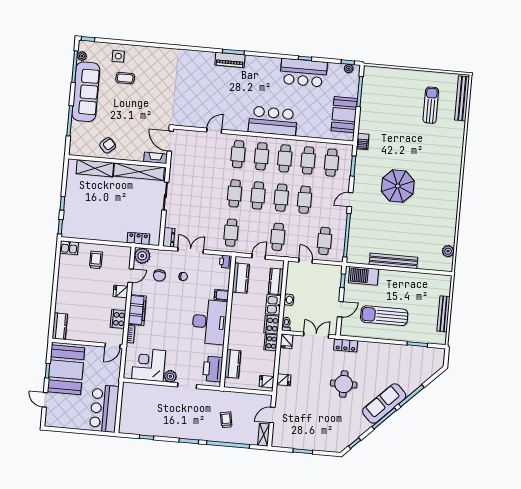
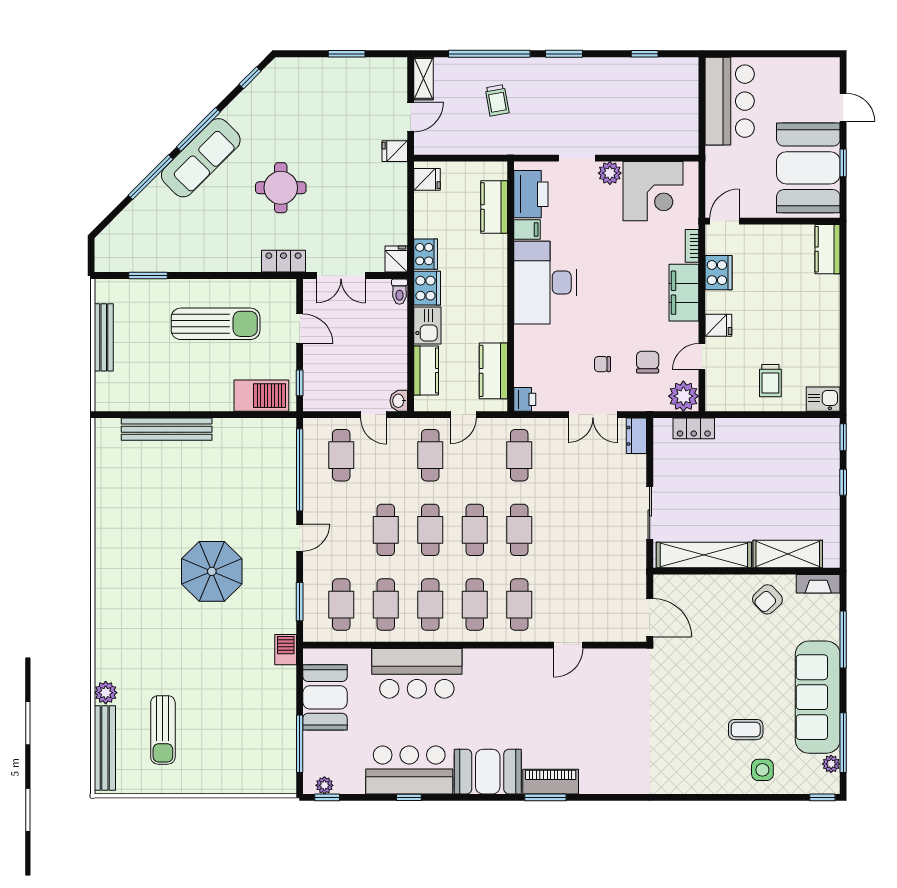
booth: (262, 68) -> (488, 772), added
bar counter: (273, 121) -> (417, 673), moved
fireplace: (156, 158) -> (818, 584), moved
plant: (448, 251) -> (106, 693), moved
bench: (393, 261) -> (167, 429), moved
filing cabinet: (221, 295) -> (527, 229), moved
washbasin: (289, 300) -> (399, 401), moved
door: (340, 309) -> (300, 329), swing flipped
fridge: (284, 380) -> (395, 151), moved

